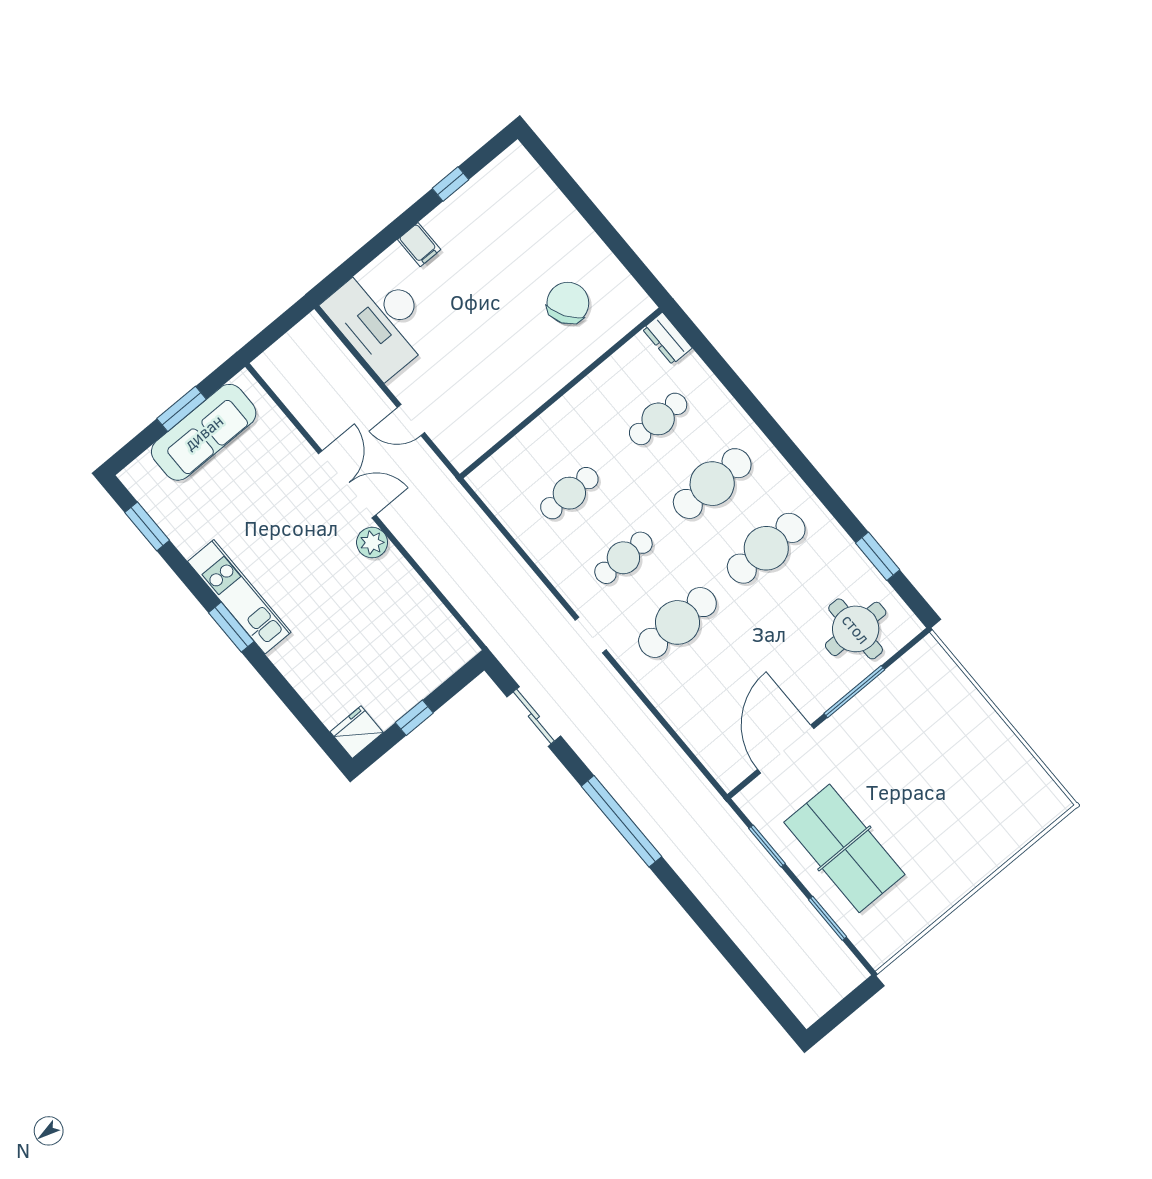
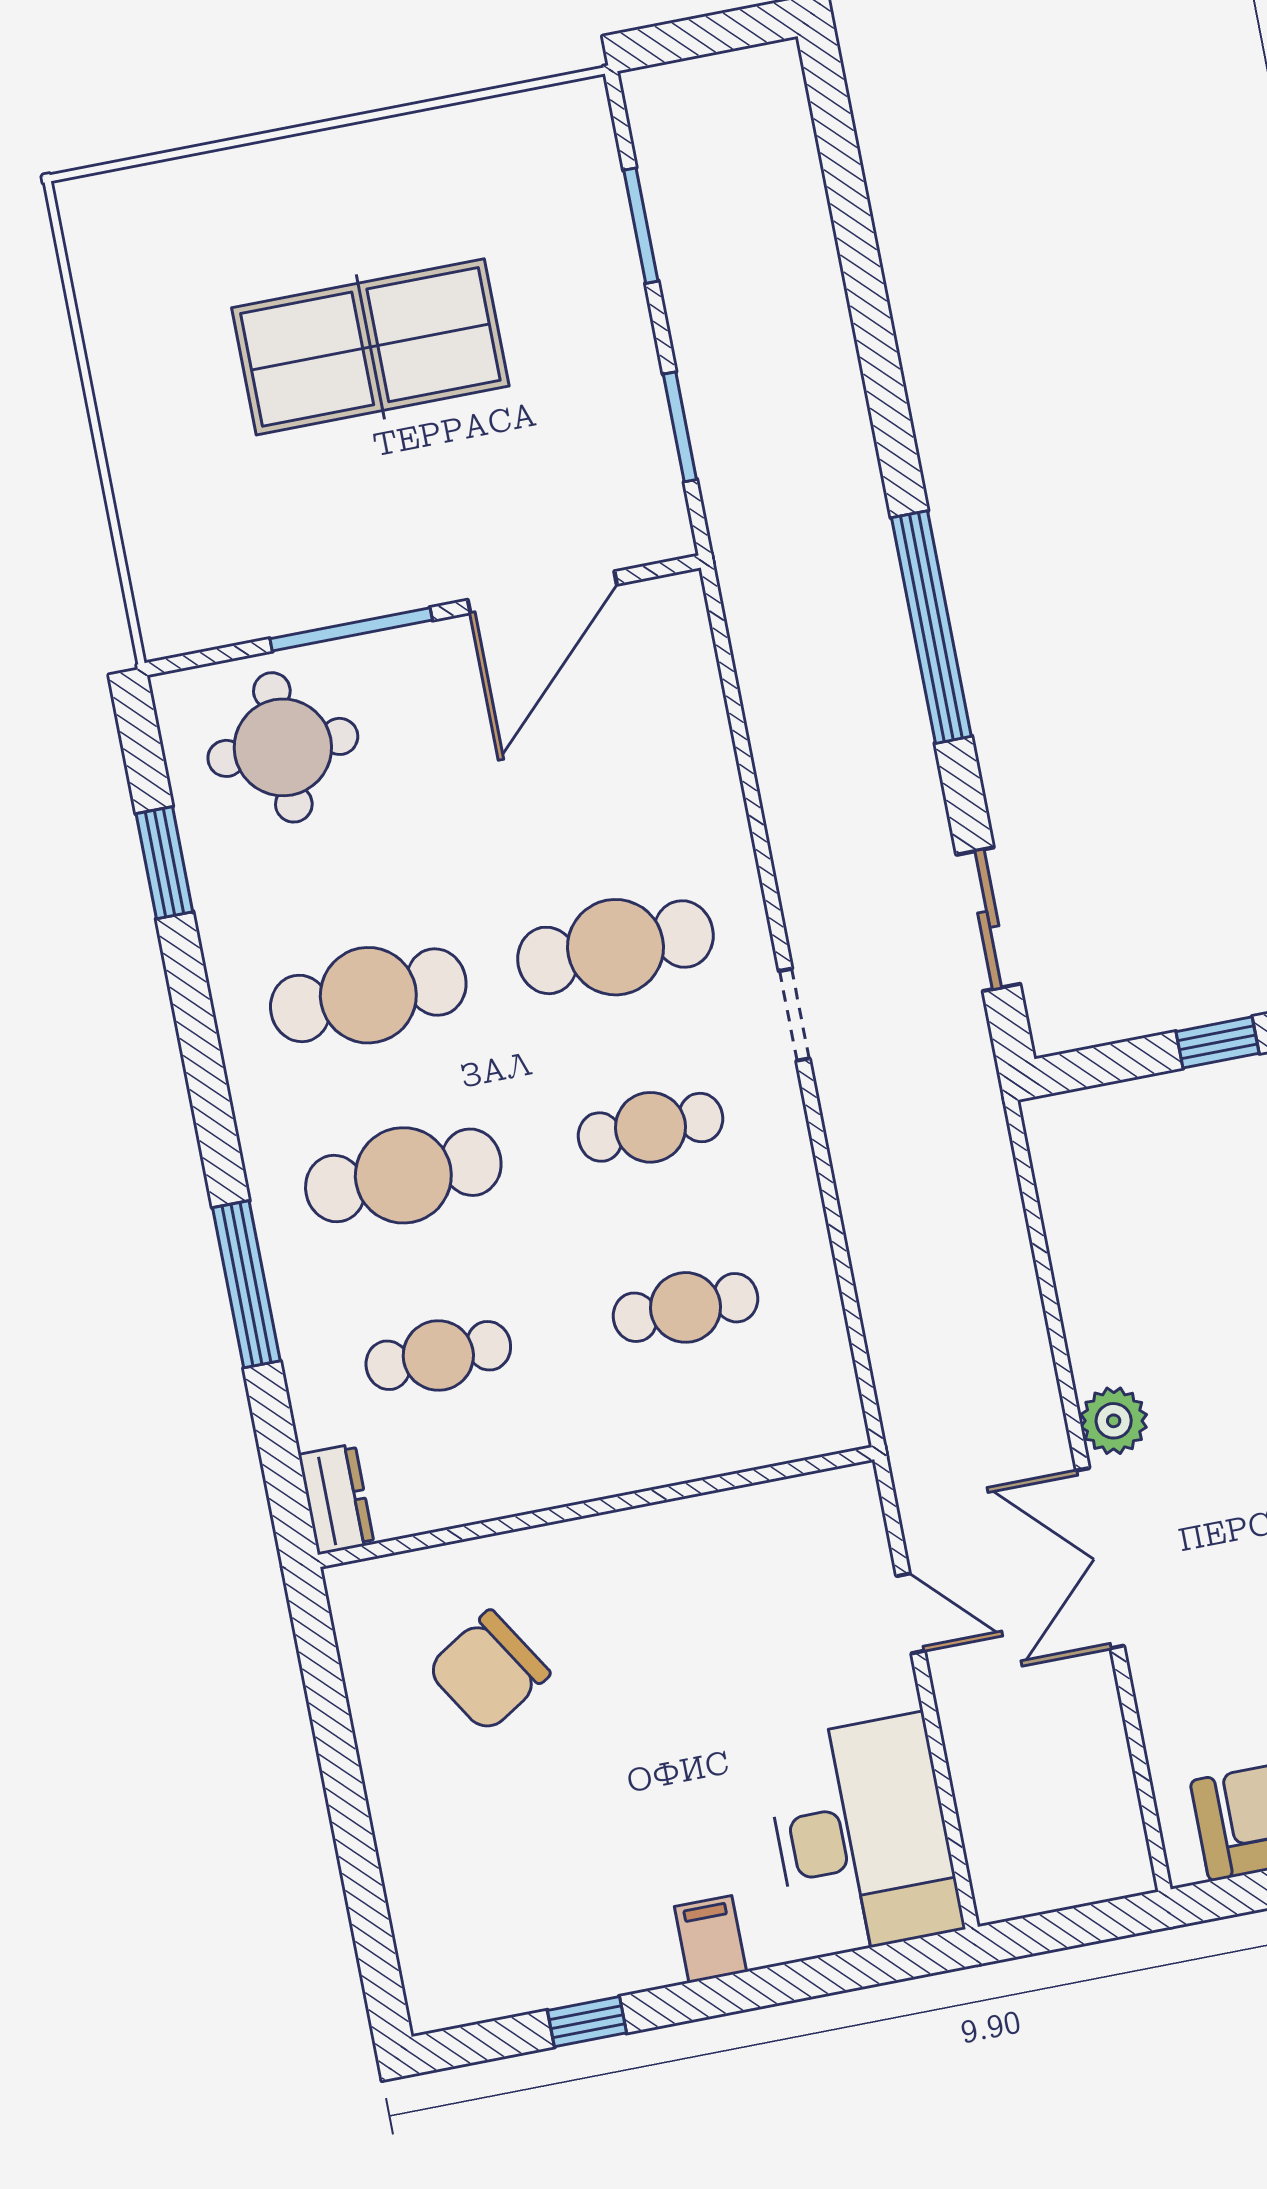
window: (751, 405) -> (246, 1284), added
table tennis table: (844, 848) -> (370, 347), moved, turned 90

